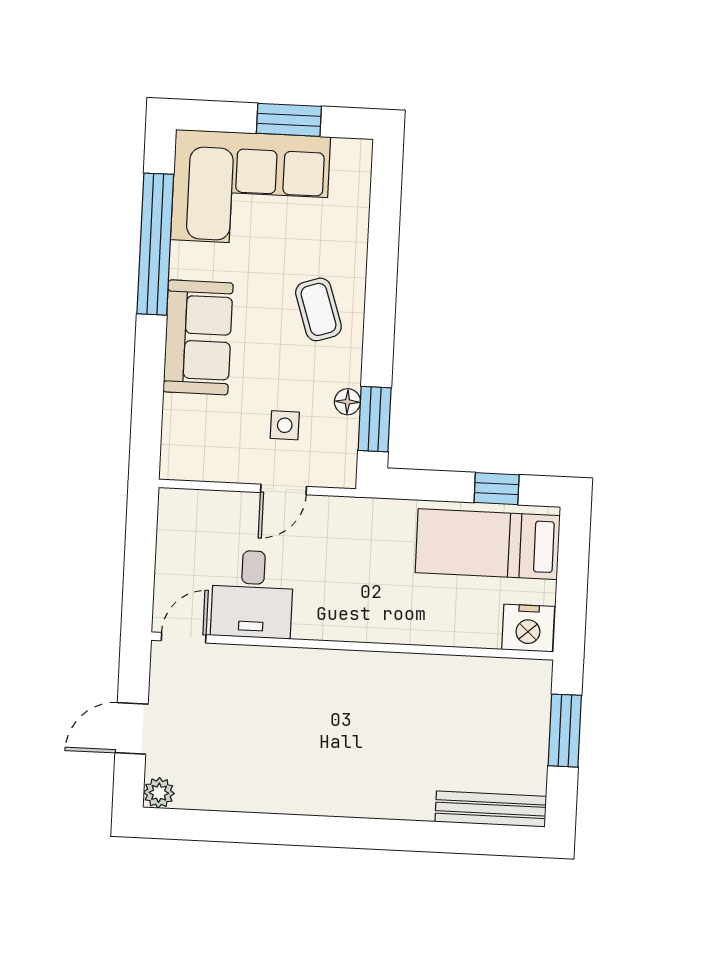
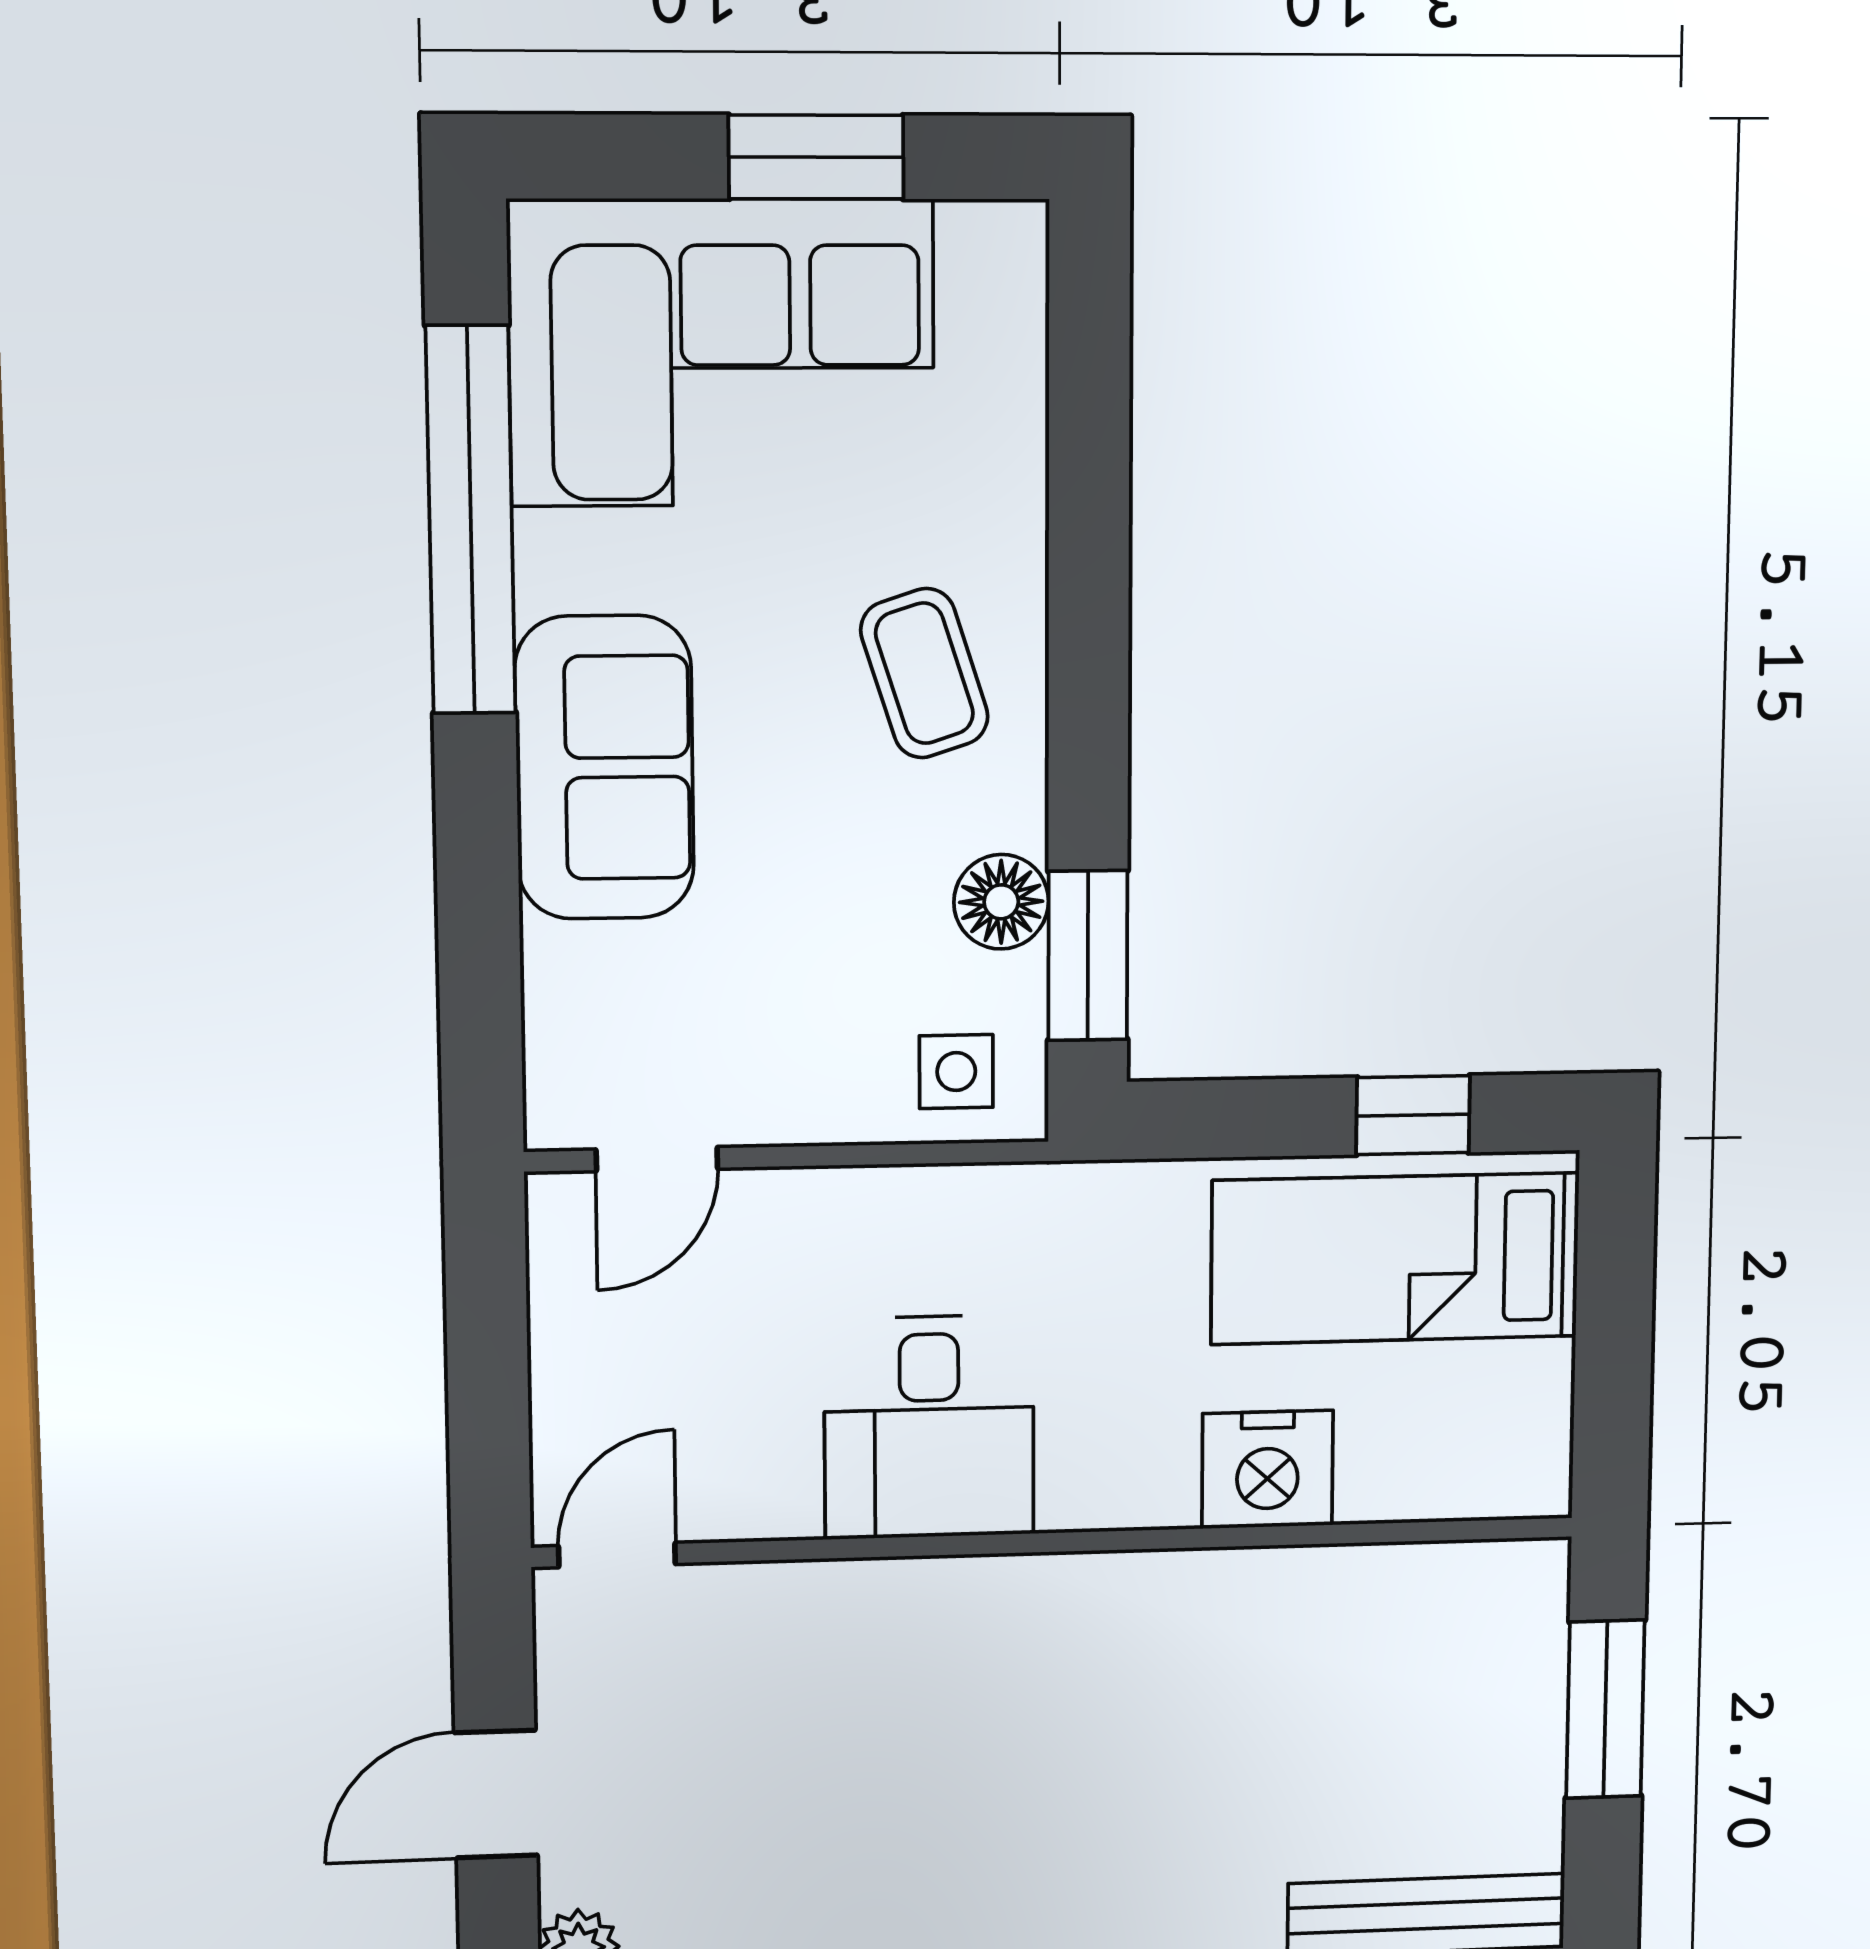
floor lamp: (347, 402) -> (1001, 902), width x1.37, depth x1.37
side table: (285, 425) -> (956, 1072), moved
door: (284, 489) -> (657, 1159), moved
desk: (252, 594) -> (929, 1427), moved
nightstand: (528, 628) -> (1267, 1469), moved

